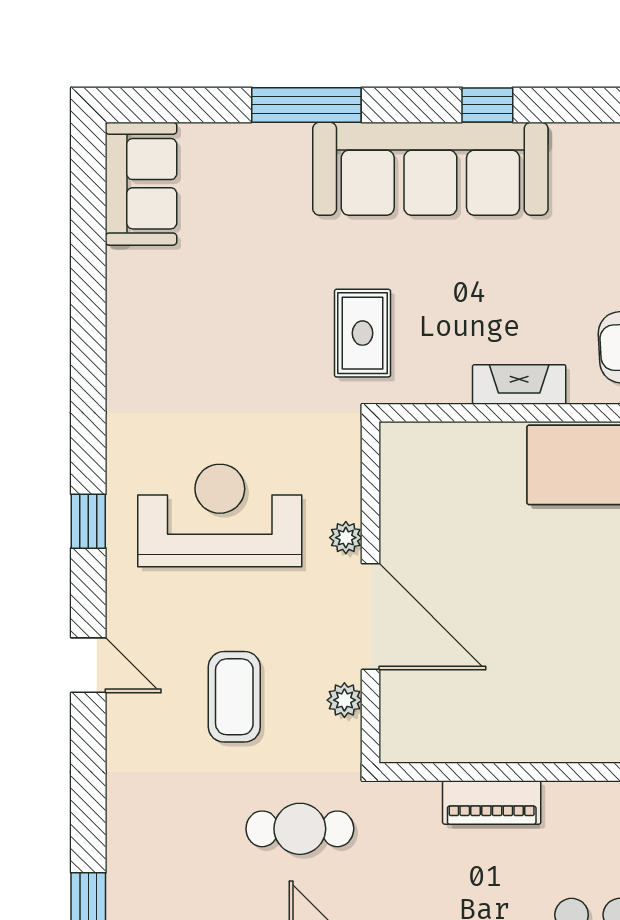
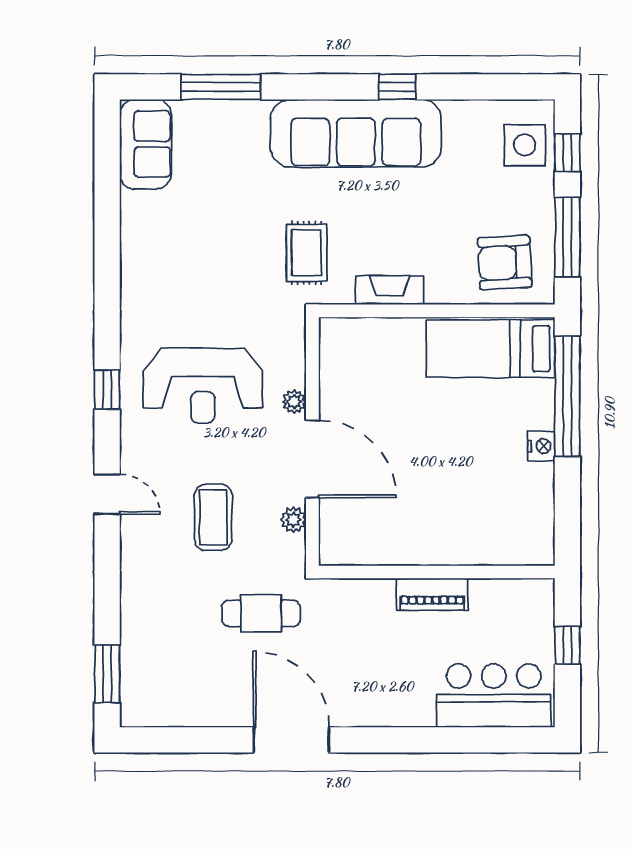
window: (306, 105) -> (221, 87), moved
fireplace: (519, 384) -> (390, 290), moved
reception desk: (220, 515) -> (203, 385), turned 180
piano: (492, 802) -> (432, 594), moved

